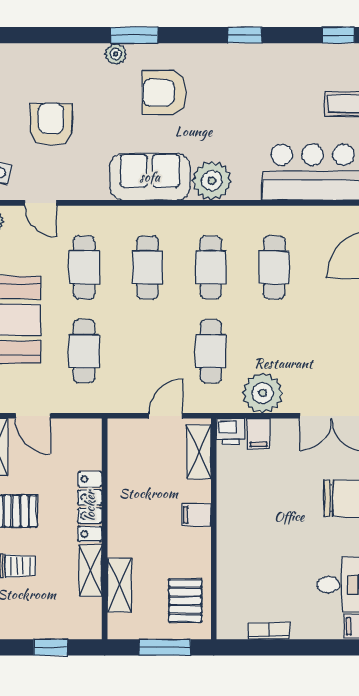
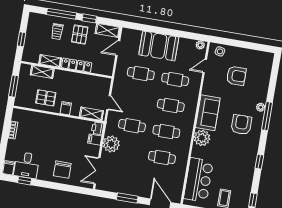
window: (134, 35) -> (267, 116), width x1.44
pallet: (185, 601) -> (46, 98), moved

